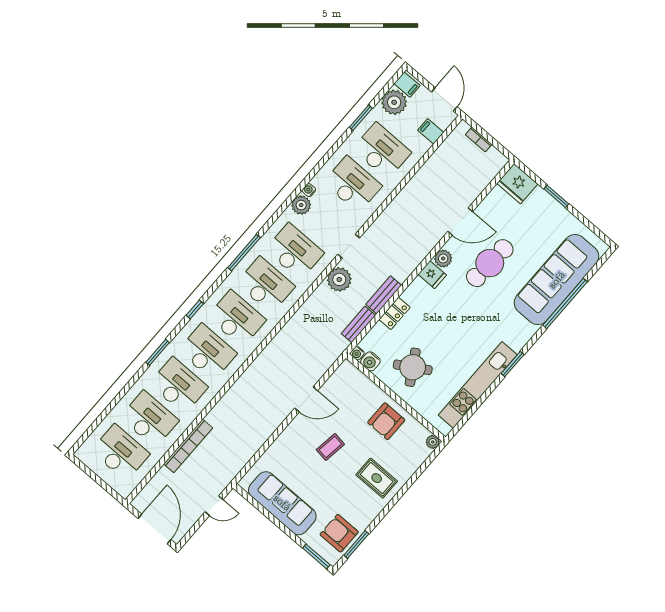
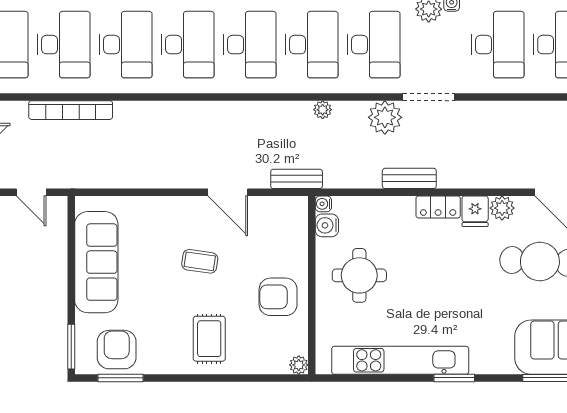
doorway: (349, 246) -> (429, 97), width x1.38
plant: (306, 309) -> (323, 110), added
locker: (395, 313) -> (438, 207), moved
bench: (358, 324) -> (297, 179), moved
round table: (413, 367) -> (359, 275), turned 31

